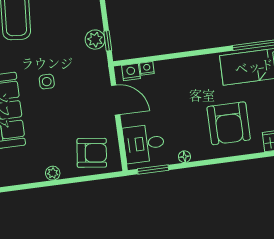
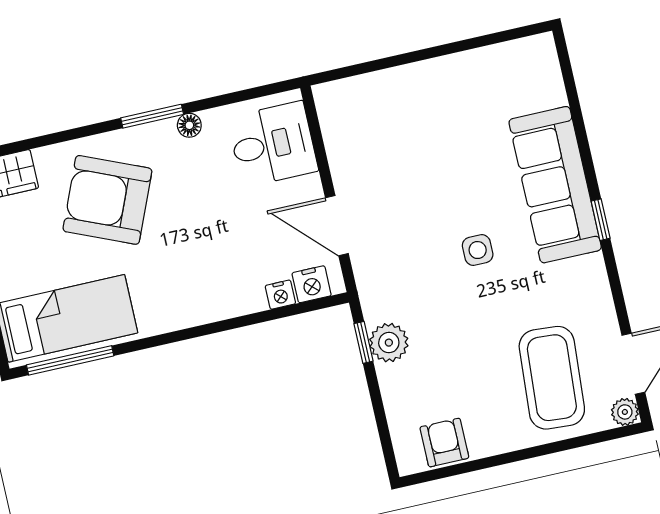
armchair: (229, 123) -> (107, 200), turned -67
armchair: (92, 153) -> (375, 116), removed
window: (153, 170) -> (152, 116), moved
plant: (53, 173) -> (449, 69), removed

